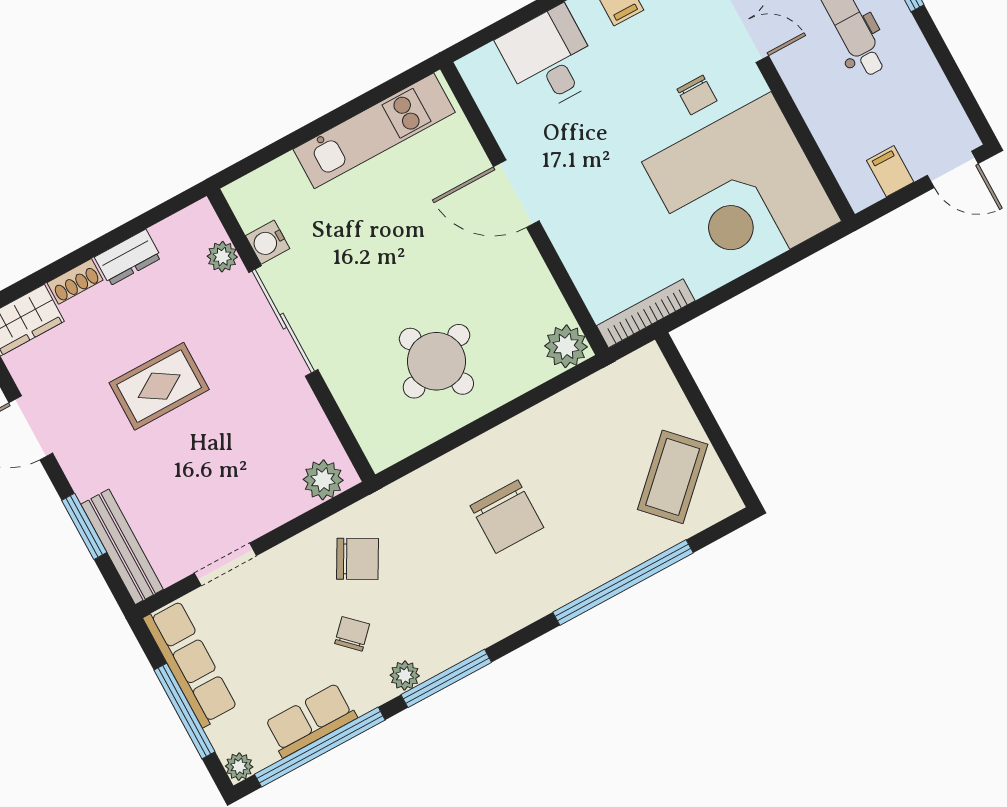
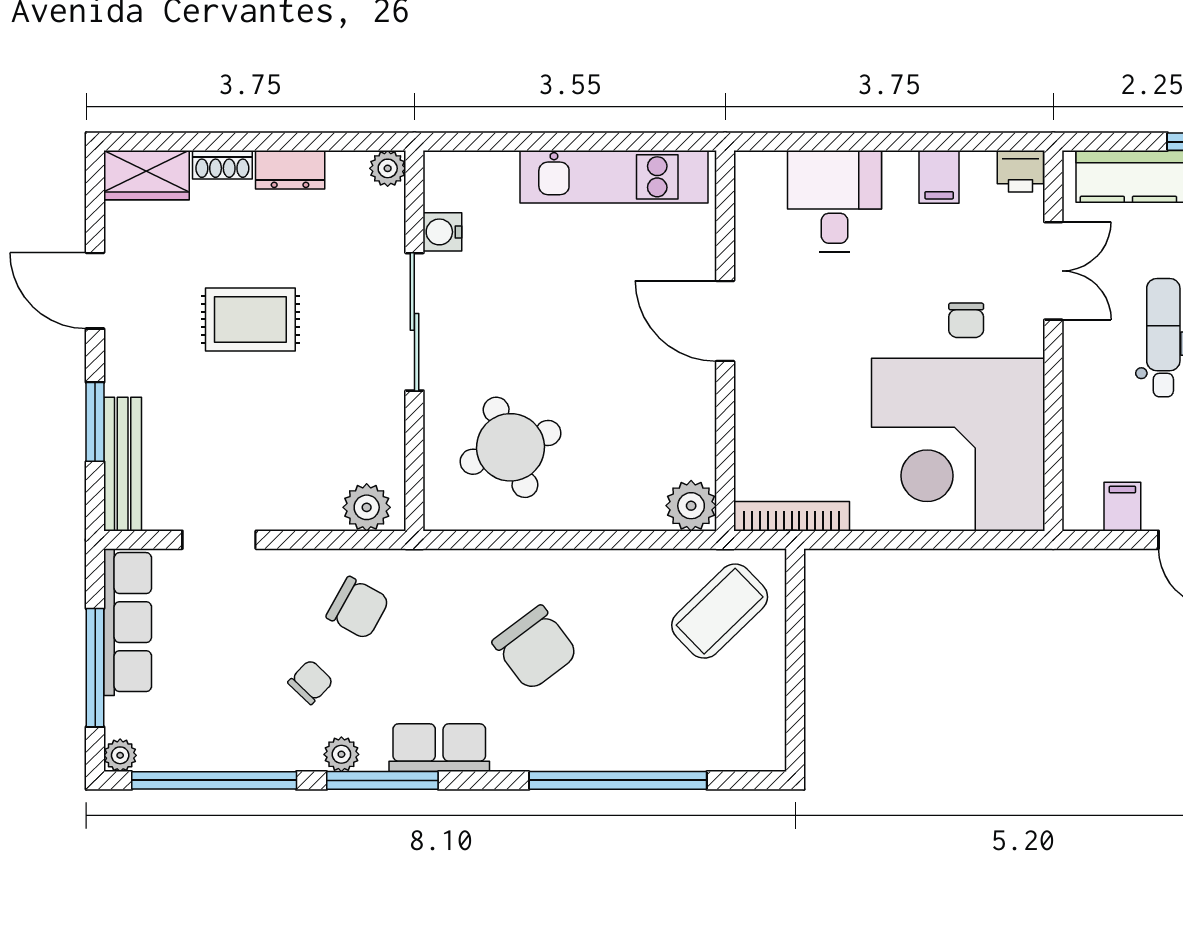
plant: (222, 257) -> (388, 168), moved
round table: (436, 361) -> (511, 447), moved
coffee table: (673, 477) -> (720, 611), moved
chair: (507, 517) -> (535, 648), turned -37
row of seats: (311, 720) -> (439, 748), moved

